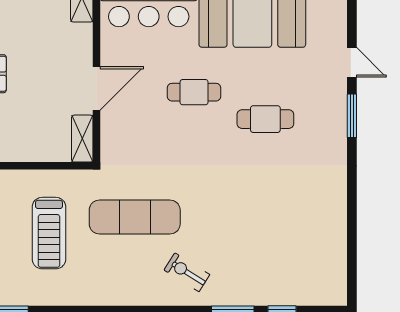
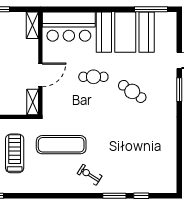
cafe table: (265, 119) -> (132, 91), turned 35
treadmill: (49, 233) -> (15, 153), turned 180

